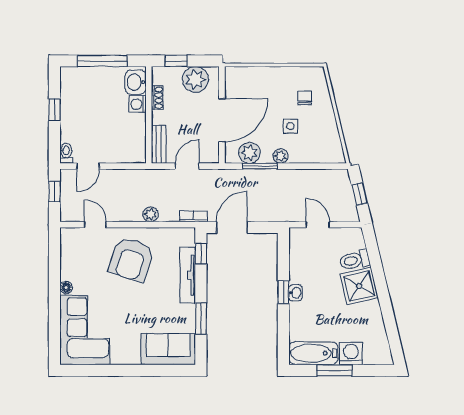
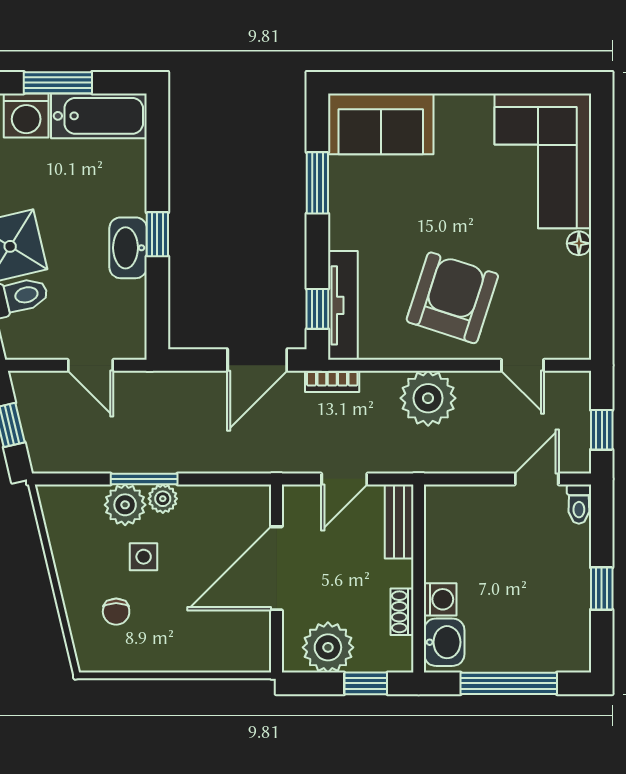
plant: (250, 153) -> (125, 505), moved
window: (260, 166) -> (144, 479), moved
plant: (151, 214) -> (428, 398), width x1.87, depth x1.87
tv unit: (188, 275) -> (343, 305), moved
washbasin: (295, 293) -> (128, 248), width x1.91, depth x1.45

